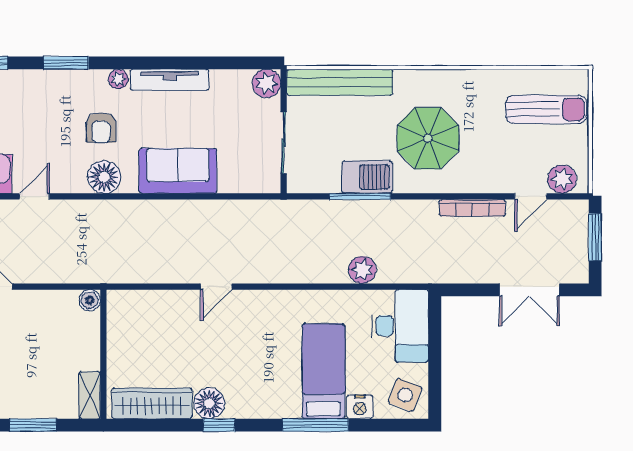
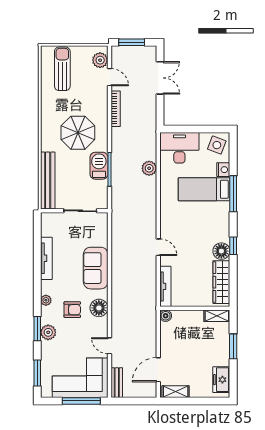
tv unit: (169, 80) -> (46, 258), moved
plant: (267, 83) -> (48, 332), moved
tv unit: (144, 300) -> (165, 286), added

